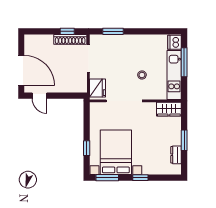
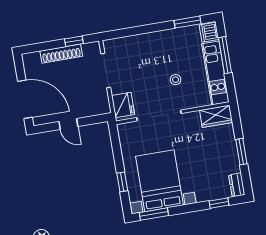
window: (113, 31) -> (187, 22), moved
shoe rack: (70, 39) -> (61, 54), moved
door: (39, 96) -> (68, 124), moved
dresser: (176, 155) -> (237, 185), moved
window: (140, 178) -> (219, 203), moved

